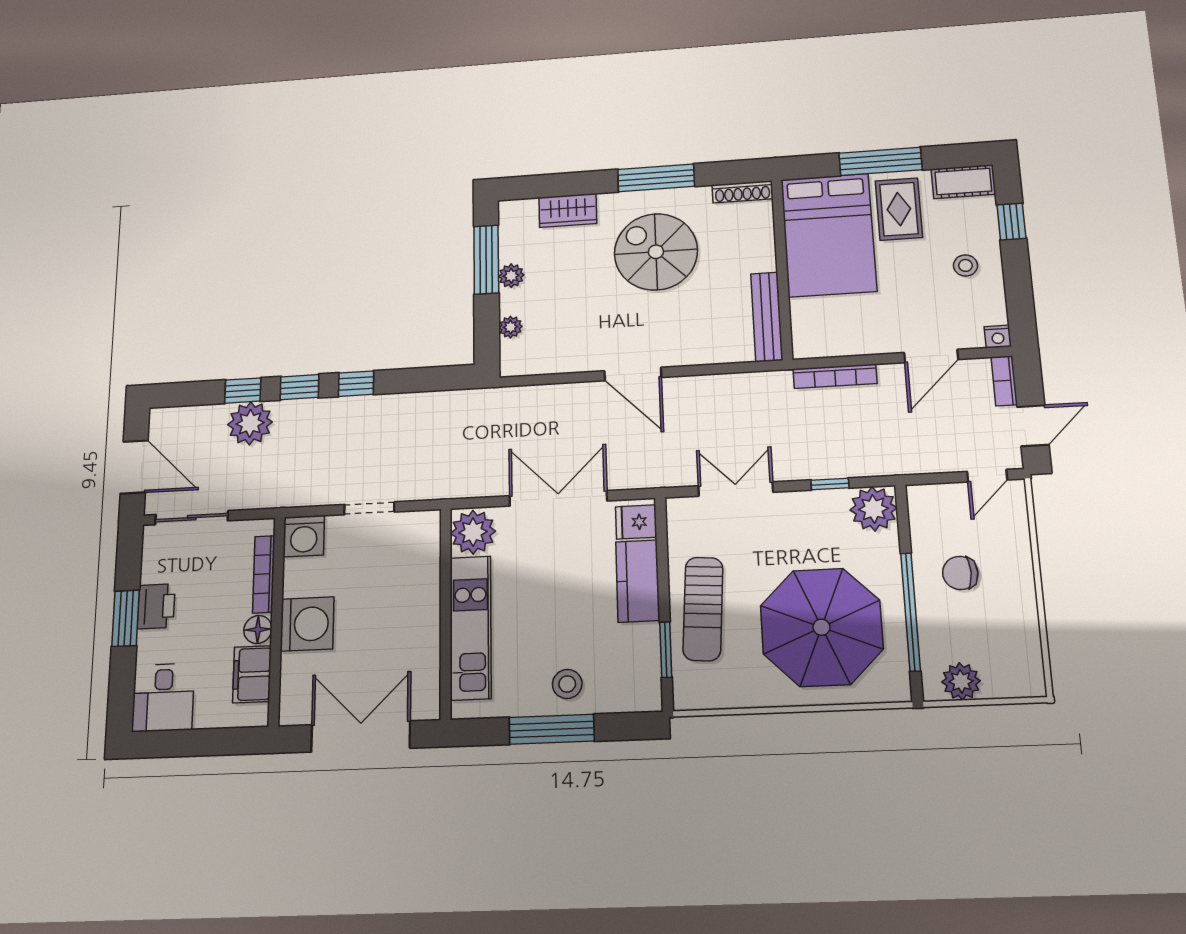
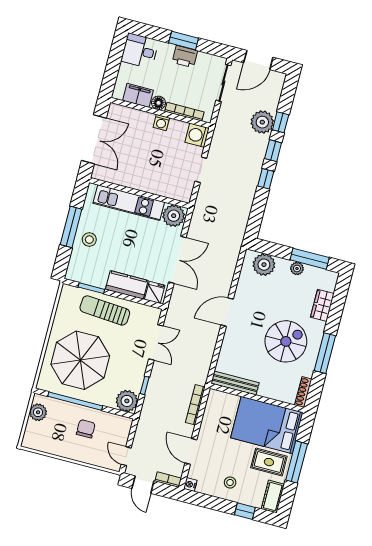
plant: (511, 327) -> (264, 265), width x1.87, depth x1.87
washing machine: (307, 624) -> (161, 123), width x0.53, depth x0.53

